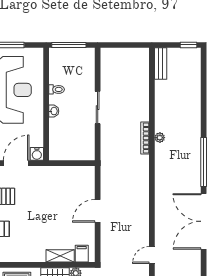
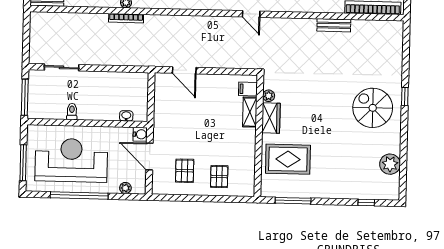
sliding door: (98, 108) -> (62, 67), moved
washbasin: (54, 111) -> (126, 116), moved
door: (98, 211) -> (184, 70), moved

